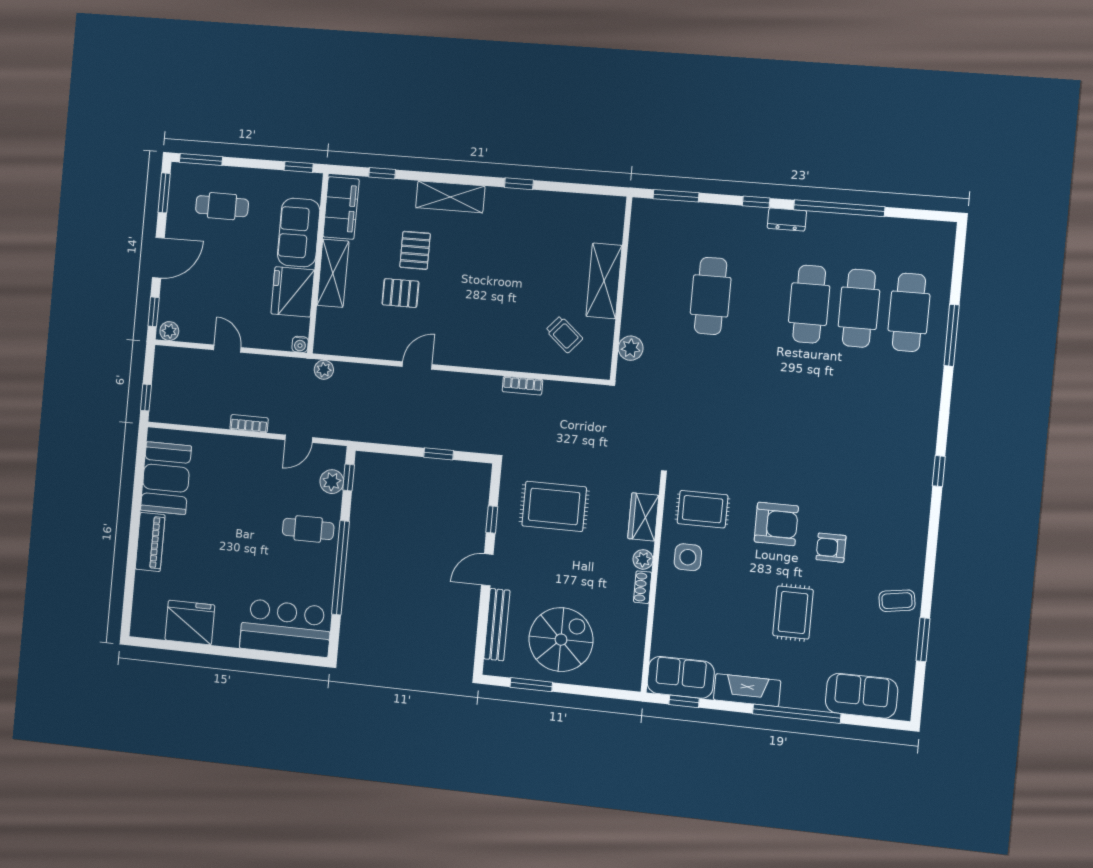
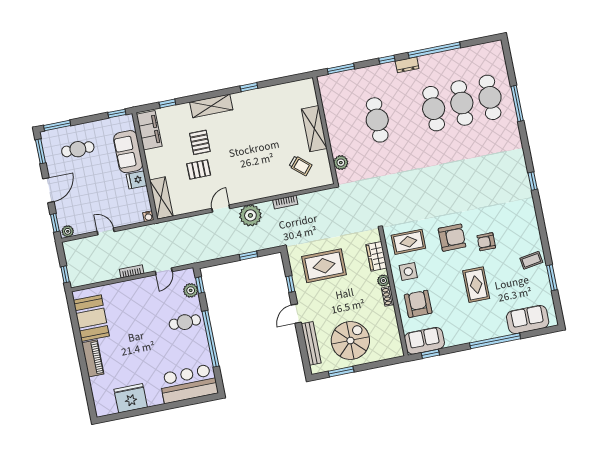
shelving: (333, 273) -> (161, 198), moved
fridge: (293, 292) -> (137, 180), width x0.53, depth x0.75
plant: (324, 370) -> (250, 215), moved, width x1.87, depth x1.87
armchair: (688, 614) -> (418, 304), added
fireplace: (747, 690) -> (464, 336), removed

